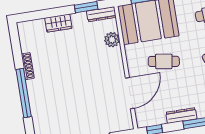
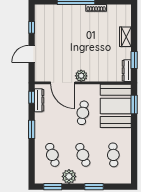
plant: (112, 40) -> (81, 76), moved
dresser: (181, 116) -> (39, 100), moved

